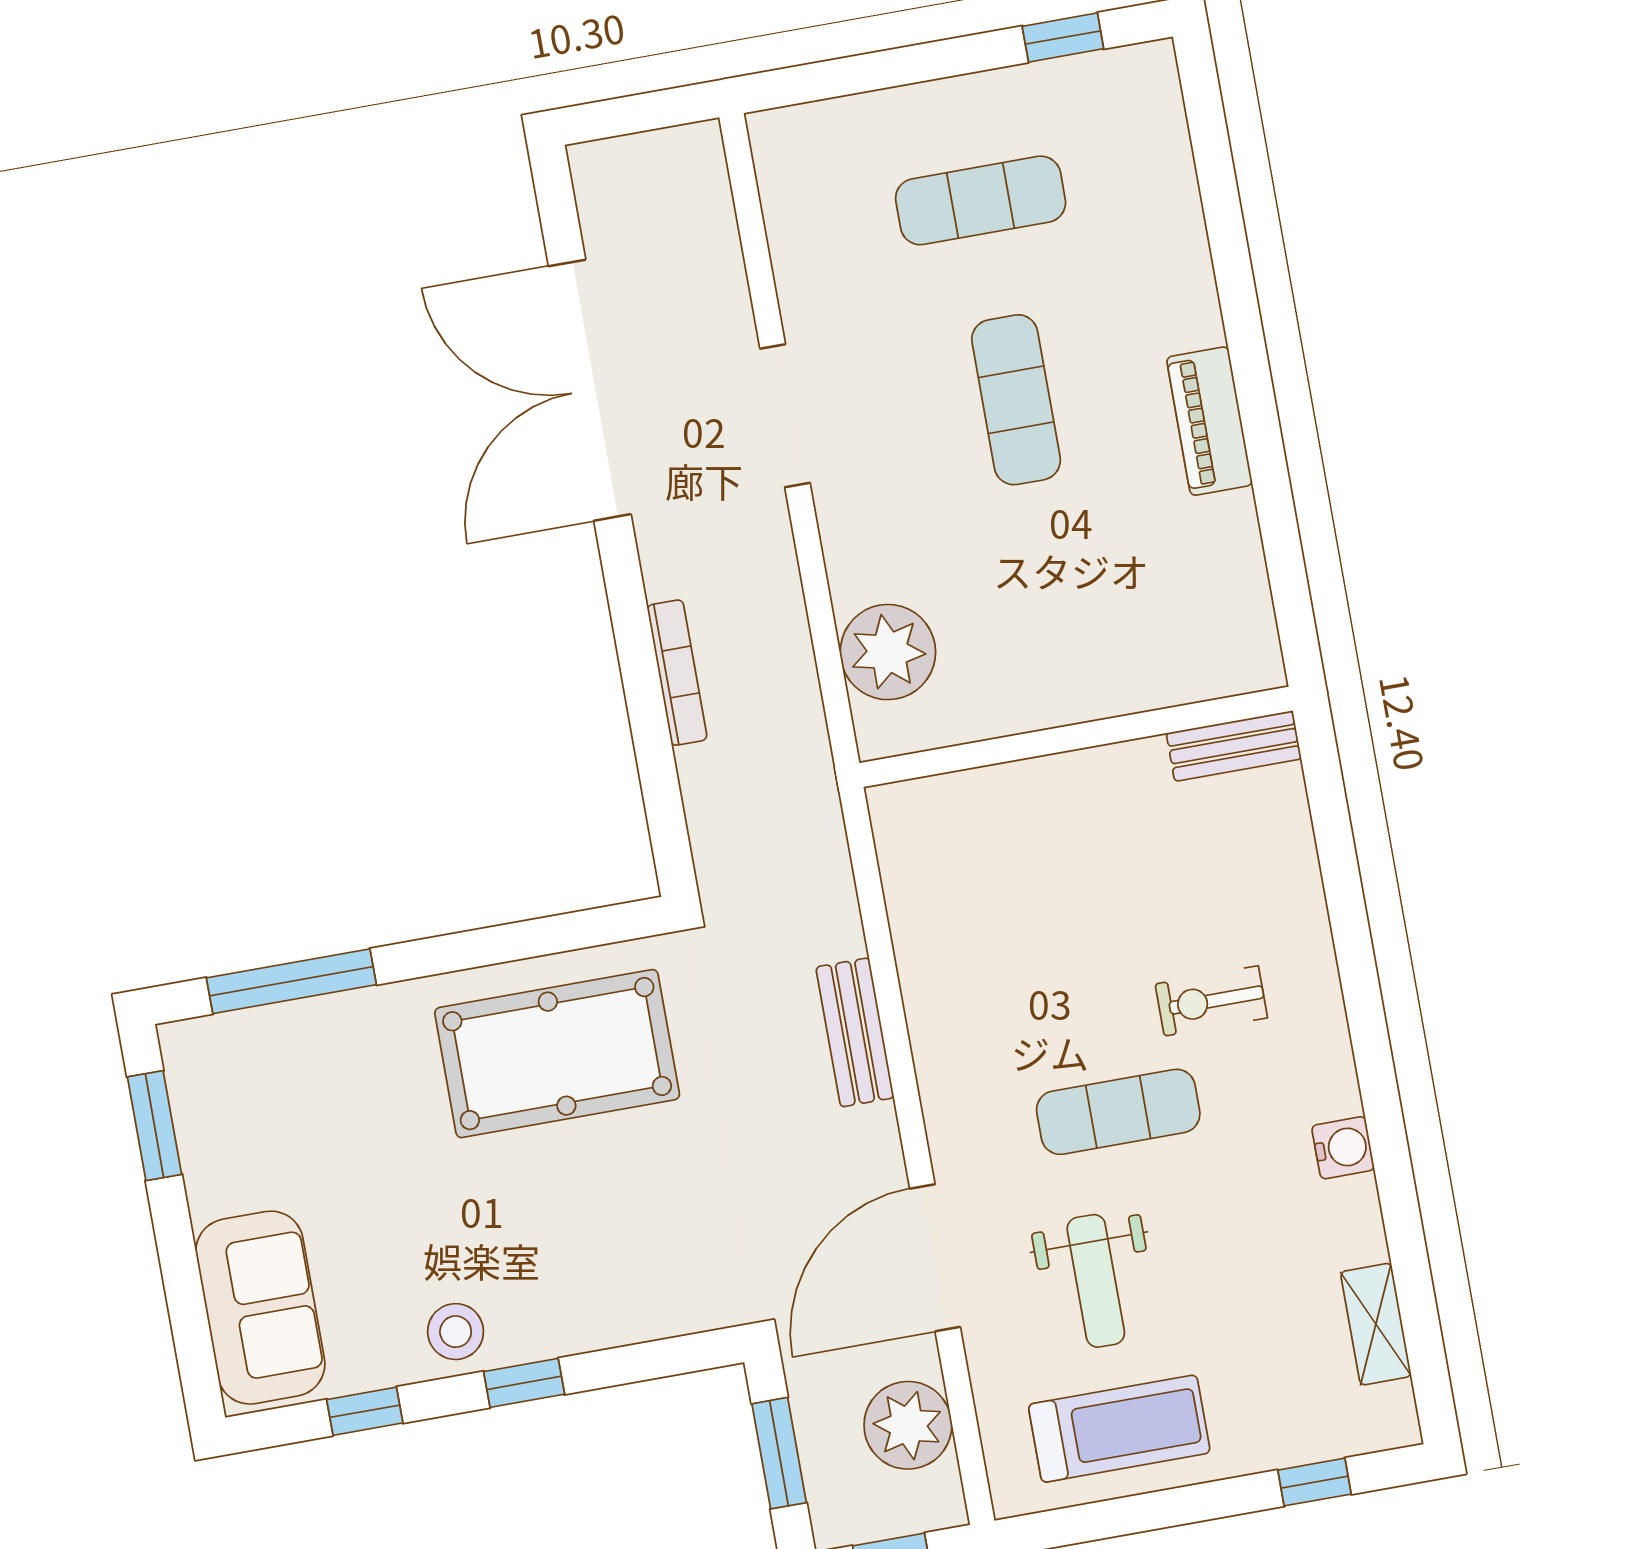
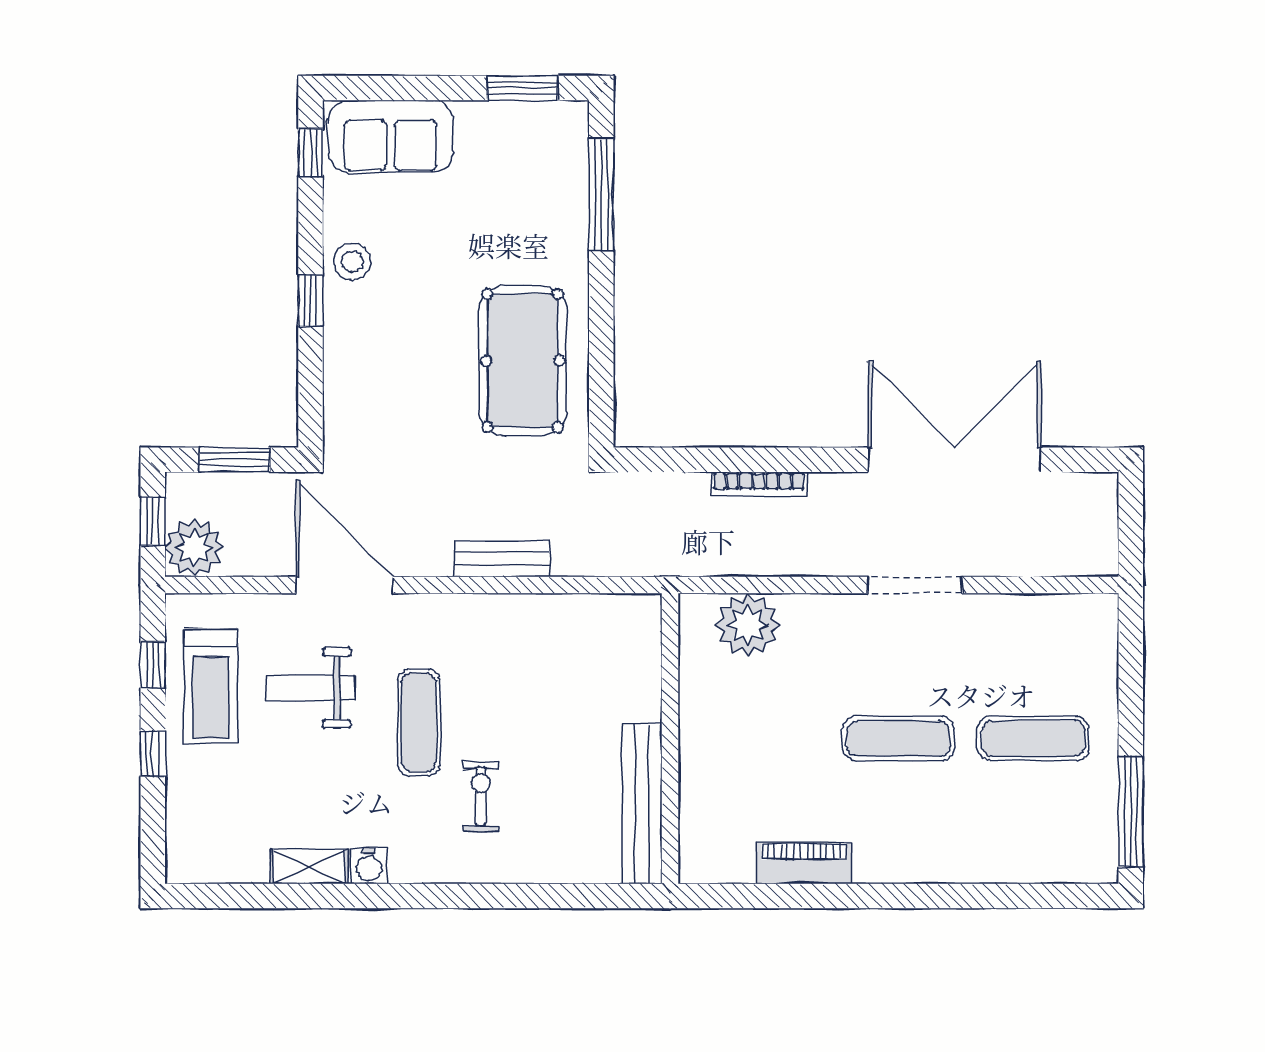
window: (1063, 38) -> (1131, 812), width x2.17
exercise mat: (981, 200) -> (1033, 738), turned 90
piano: (1209, 421) -> (804, 863), moved
bench: (1234, 746) -> (642, 804), width x1.86, depth x1.21
shelving: (1376, 1324) -> (309, 867), moved
window: (365, 1411) -> (310, 153), moved
plant: (908, 1425) -> (194, 548), moved
window: (1315, 1482) -> (153, 753), moved
window: (1104, 1520) -> (153, 665), added

